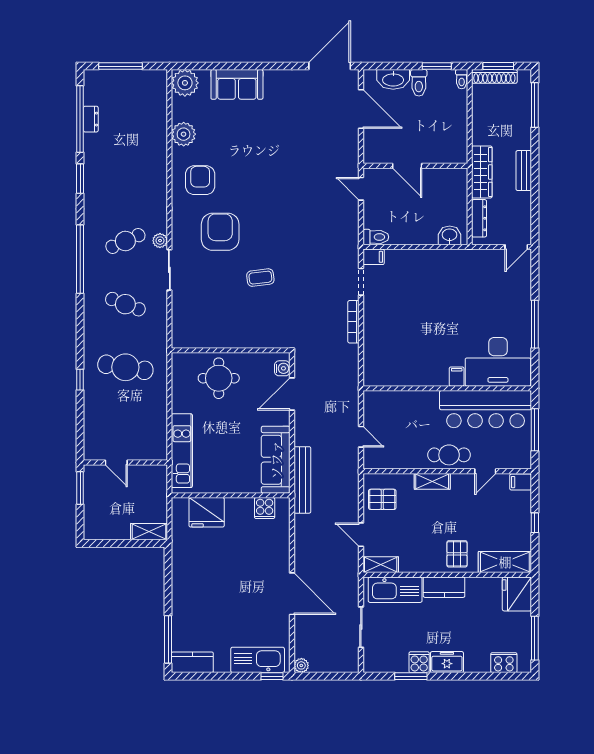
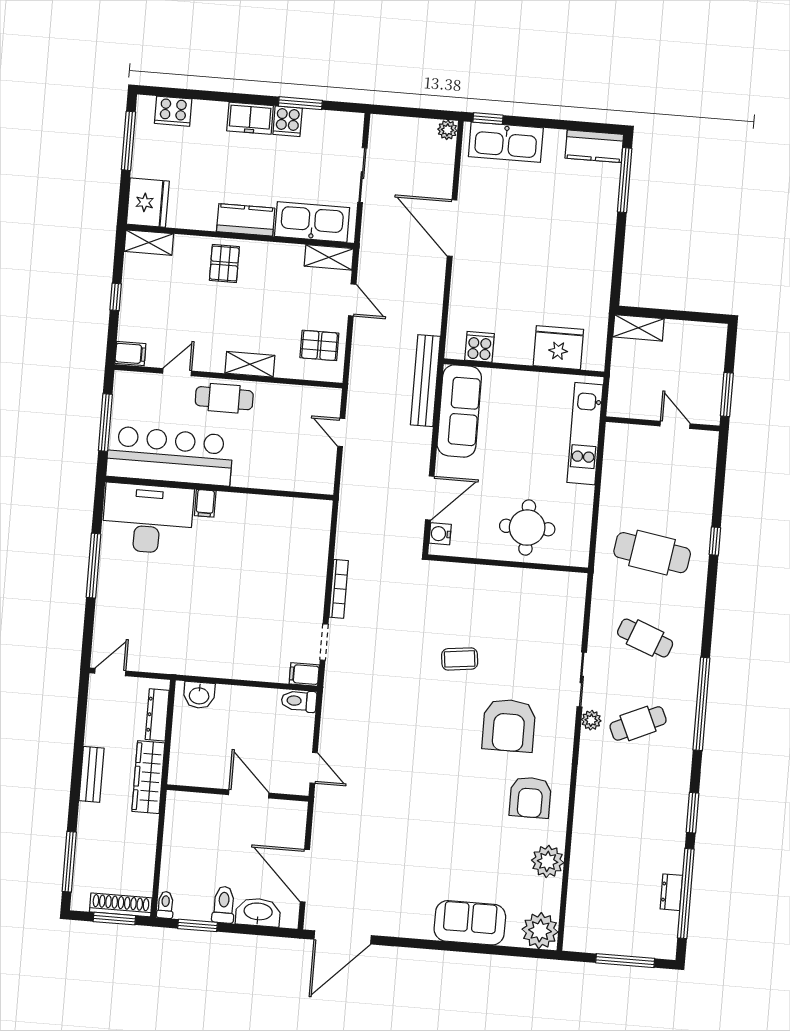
shelving: (505, 562) -> (149, 243), width x0.67, depth x0.75

